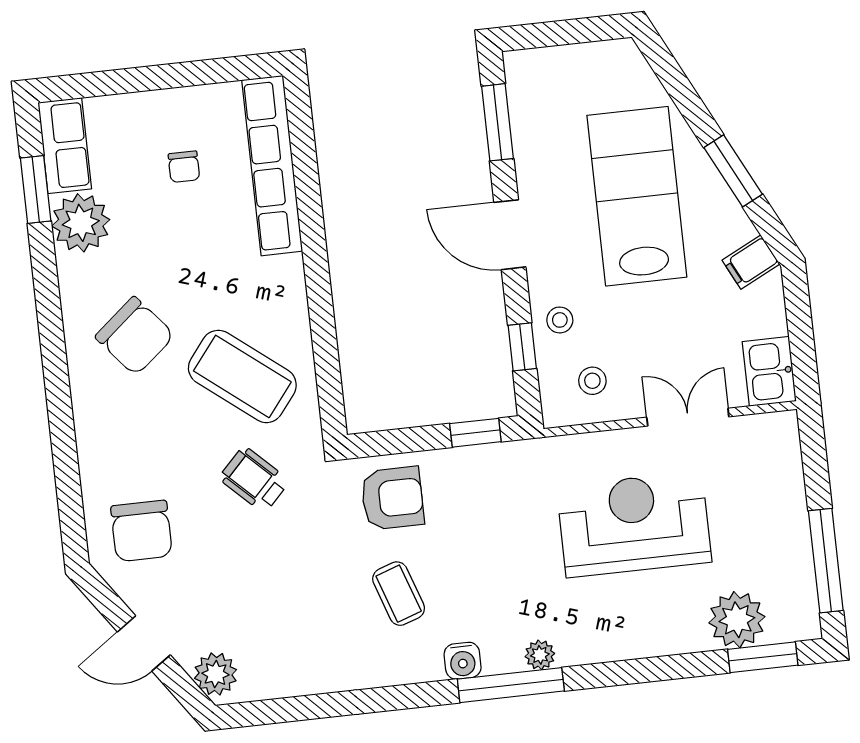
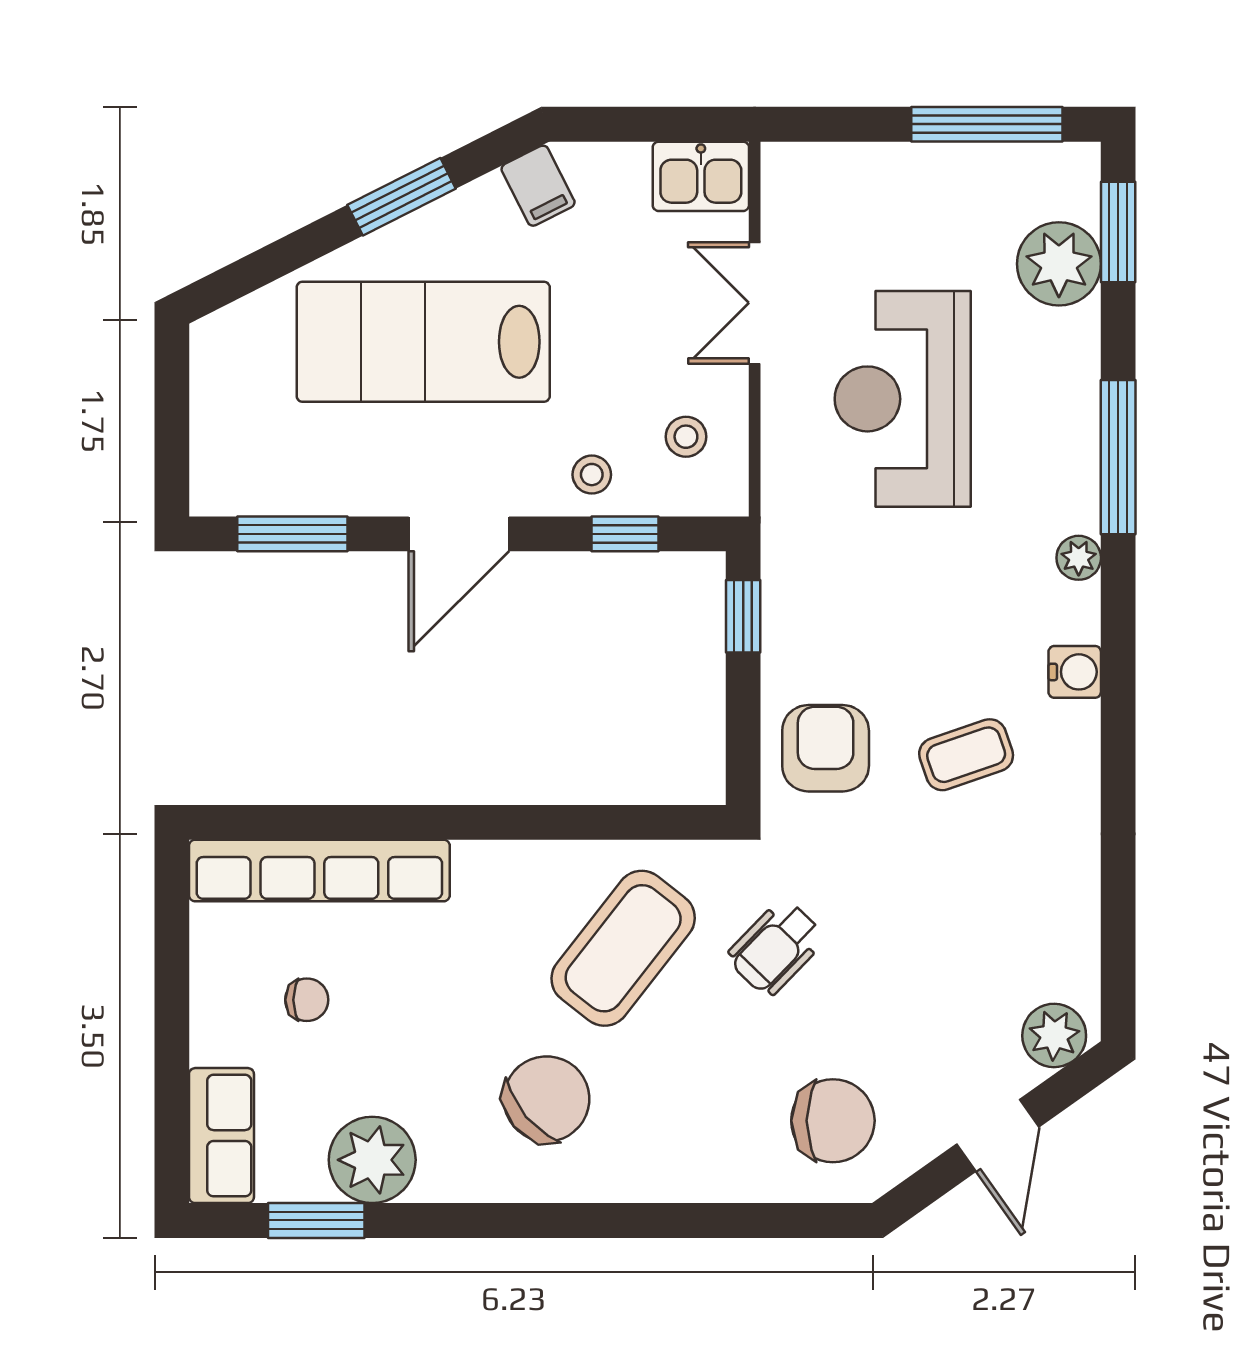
row of seats: (65, 146) -> (221, 1136), moved, turned 90
window: (511, 685) -> (1118, 457), moved

